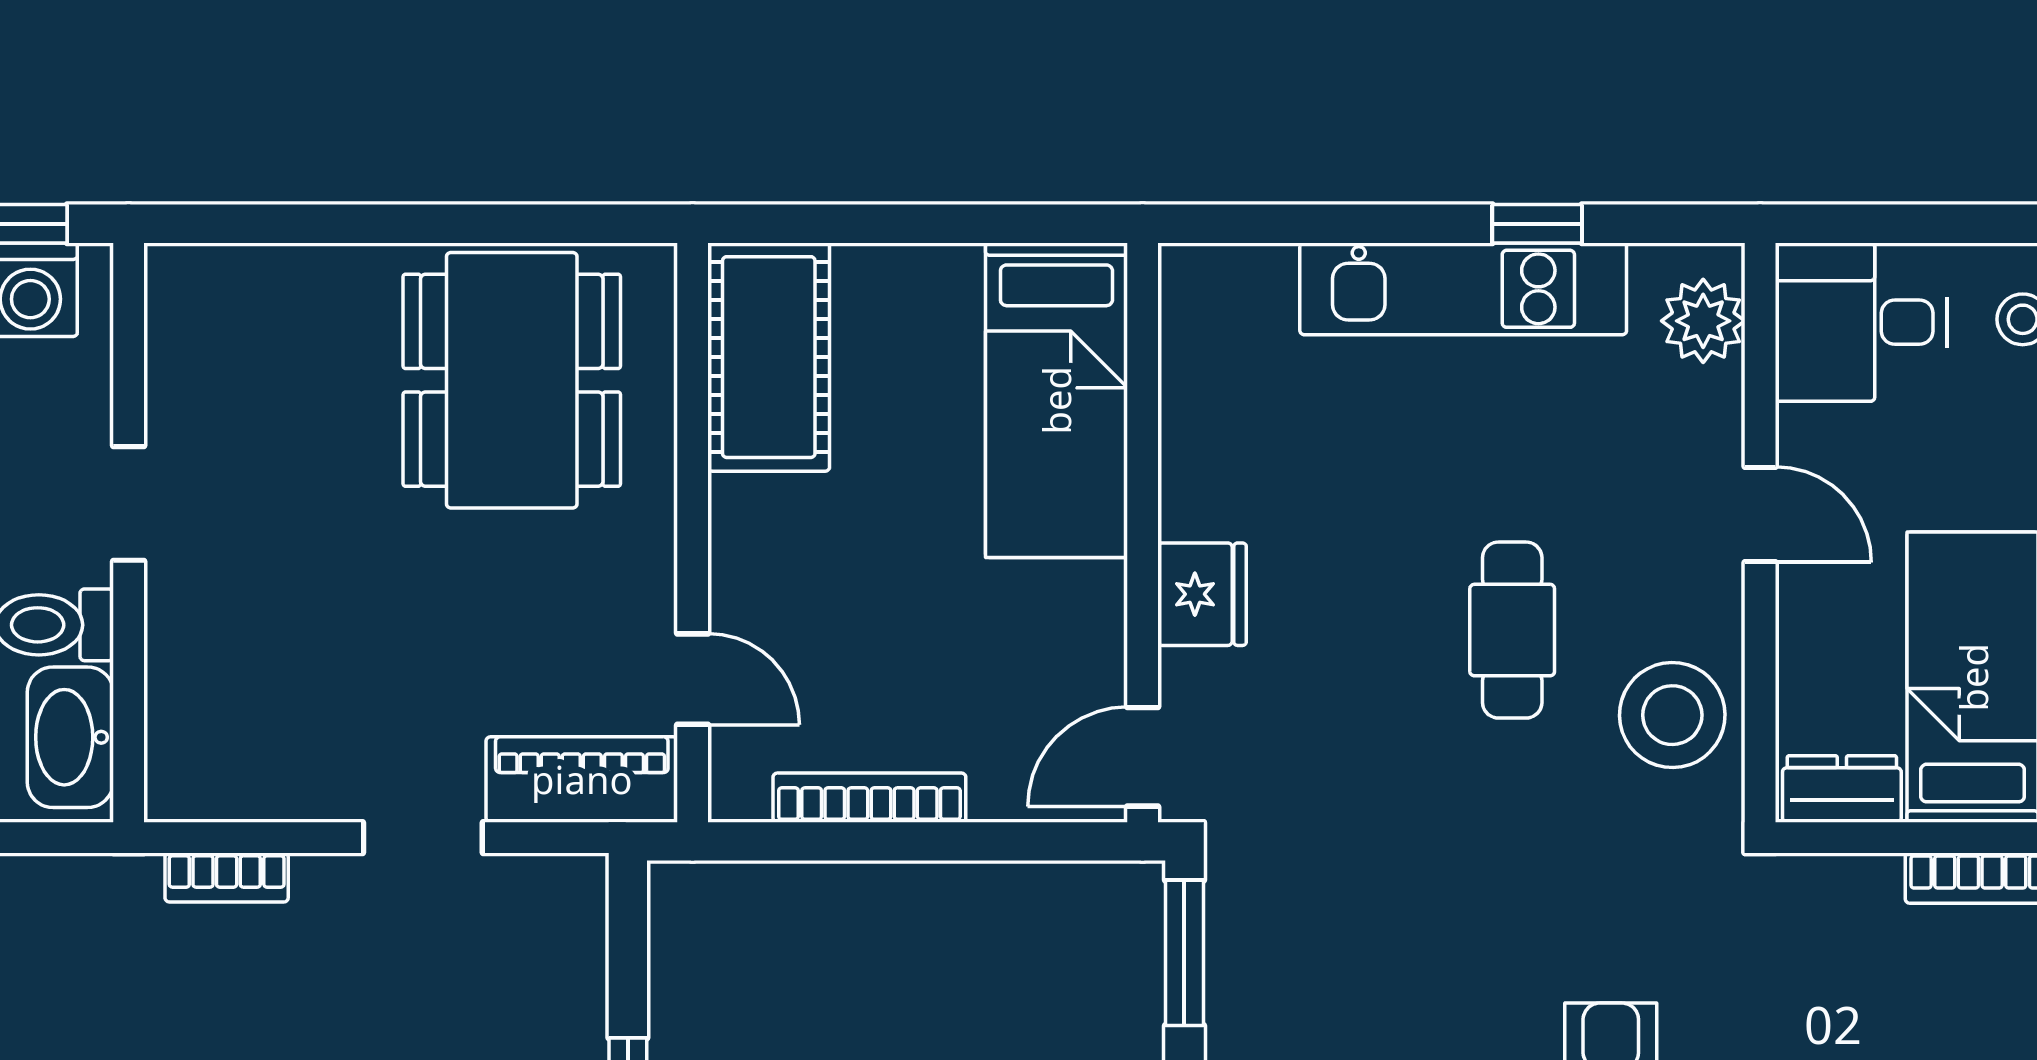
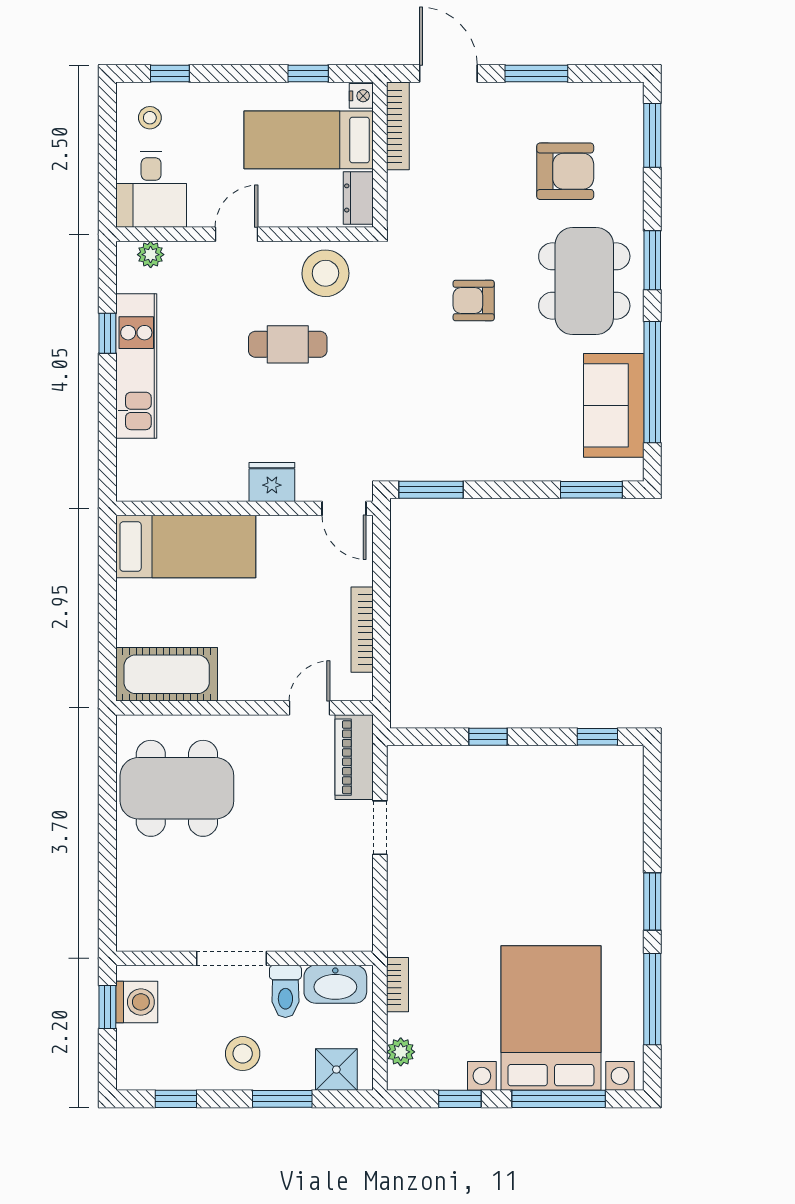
plant: (1703, 321) -> (151, 255), width x0.73, depth x0.73
doorway: (129, 504) -> (232, 958), width x1.38
bookcase: (227, 877) -> (398, 985), moved

